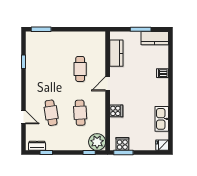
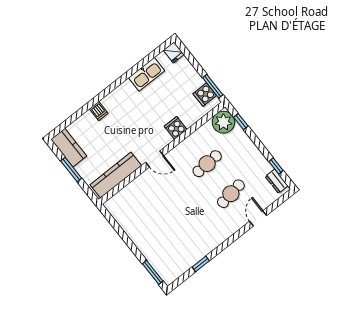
kitchen counter: (116, 53) -> (116, 175), width x1.50
cafe table: (80, 69) -> (162, 200), removed

